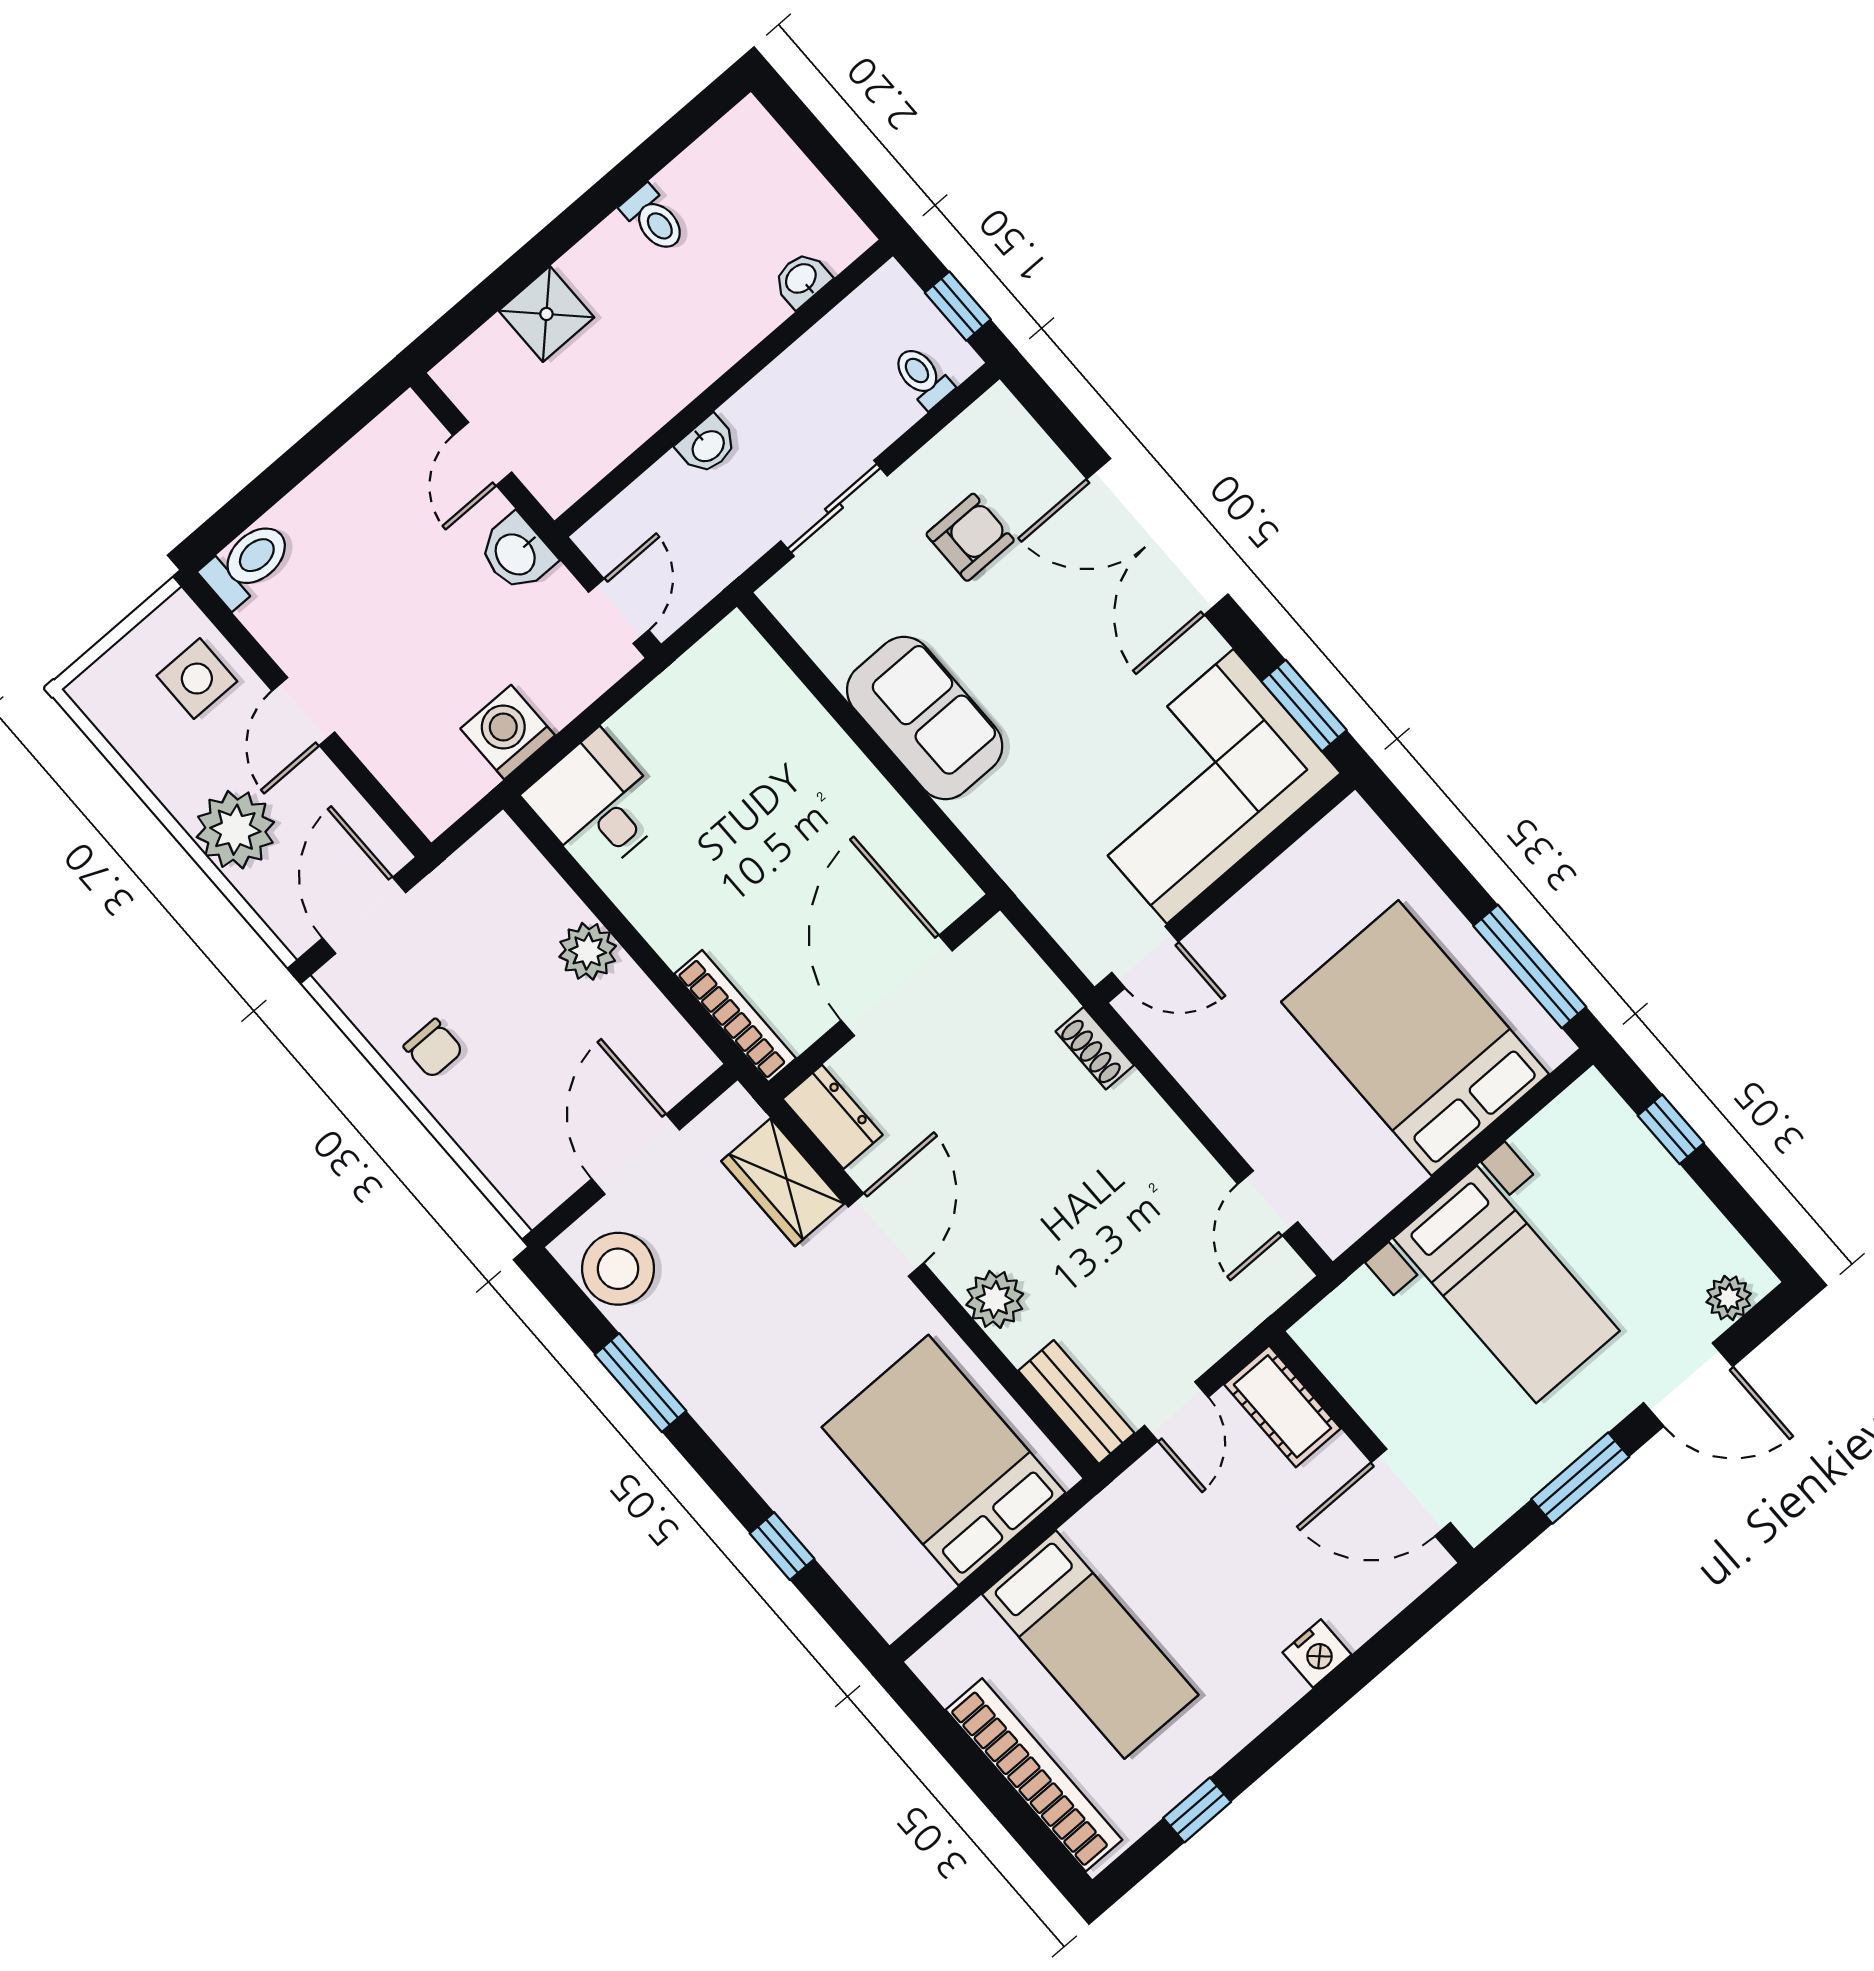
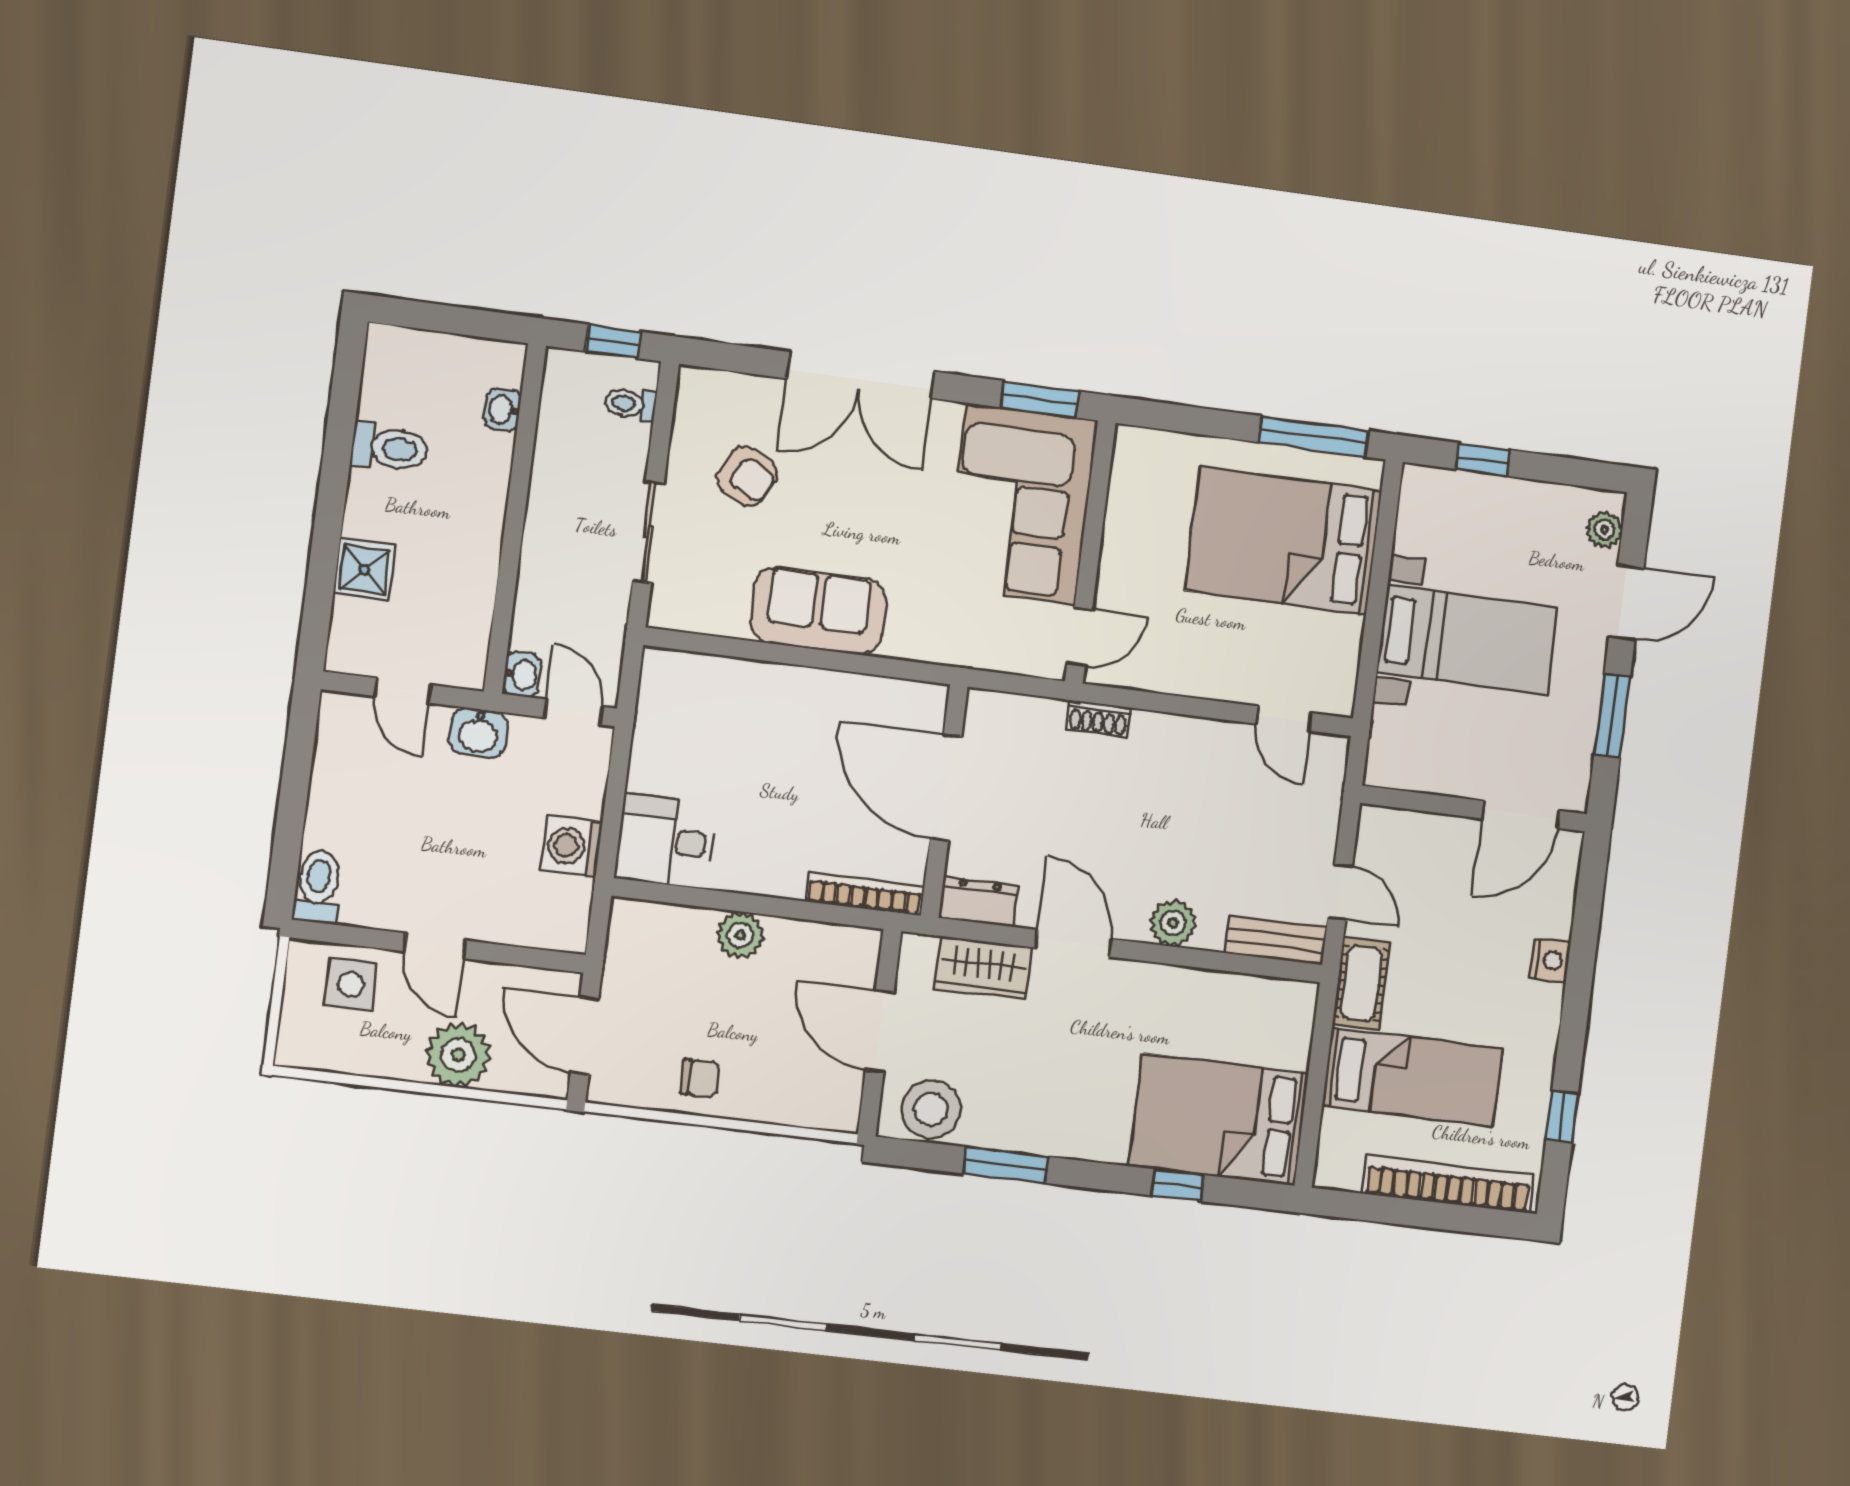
toilet: (654, 219) -> (389, 448), width x1.37, depth x1.39
washbasin: (707, 445) -> (522, 675), moved
armchair: (970, 537) -> (747, 476), turned 118
cot: (1282, 1406) -> (1361, 983), moved, turned 90
bed: (944, 1460) -> (1219, 1120), moved

